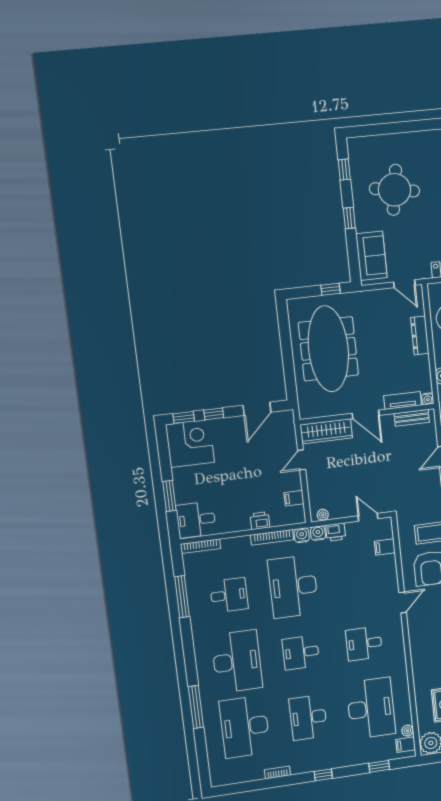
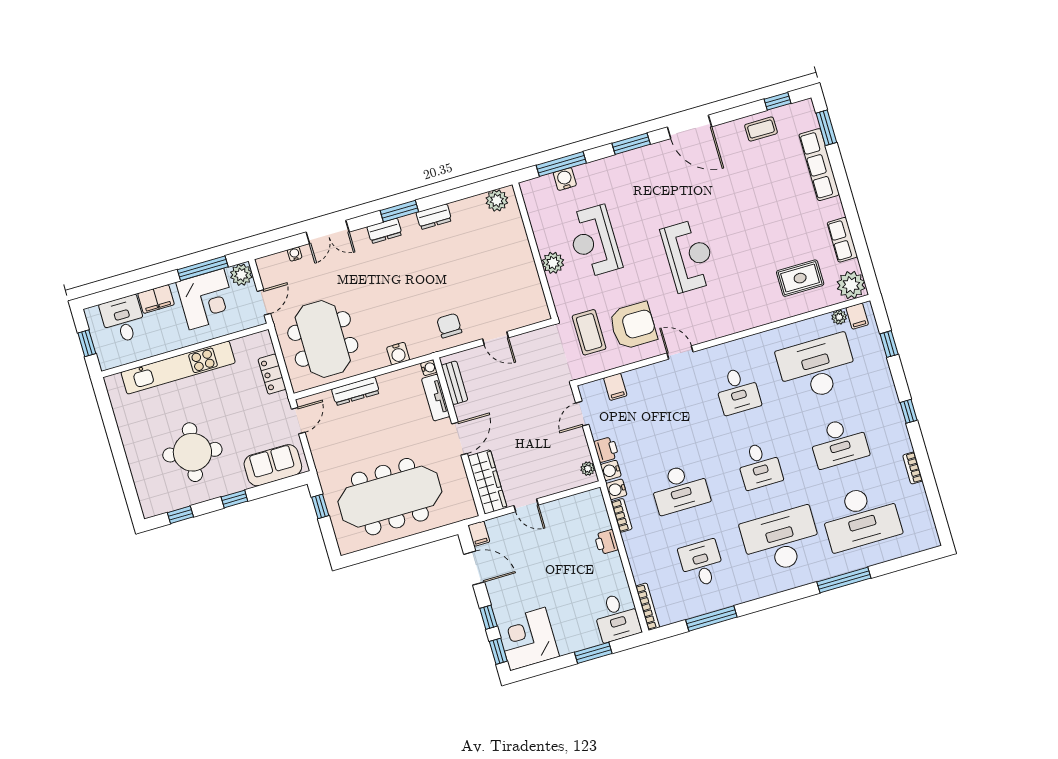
filing cabinet: (294, 498) -> (479, 534), moved
bookcase: (272, 537) -> (622, 515), width x0.64
desk: (293, 587) -> (680, 489), width x0.73, depth x0.77

